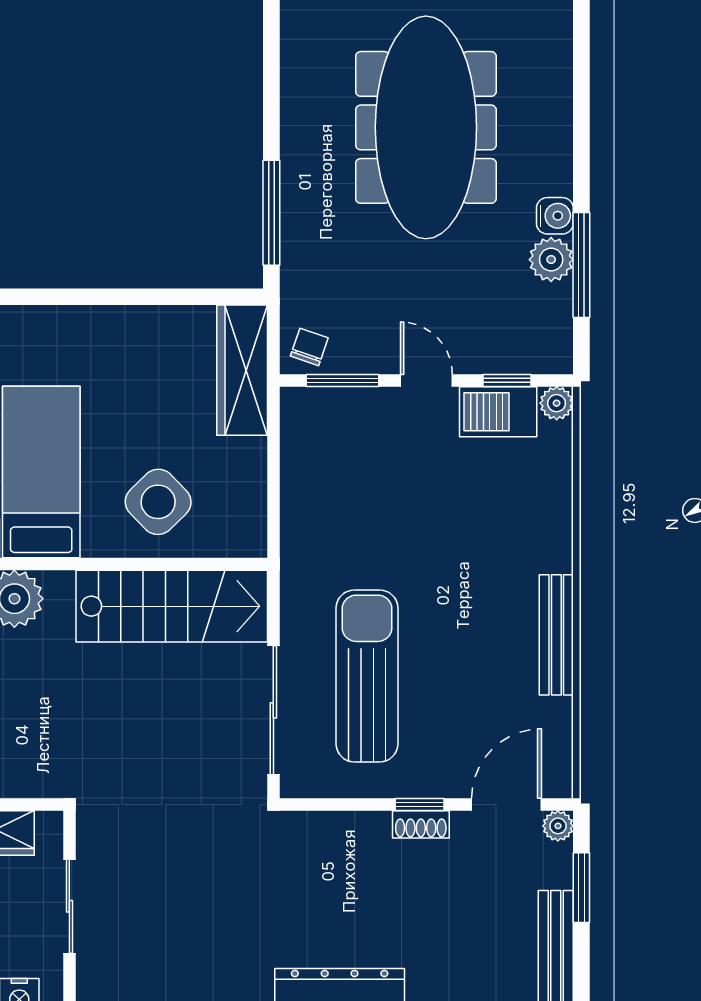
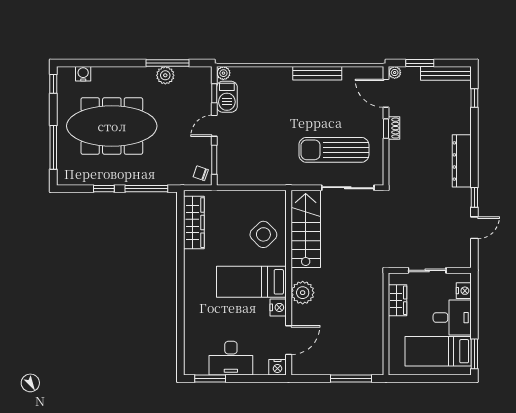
window: (271, 108) -> (104, 189), added
water cooler: (555, 216) -> (83, 74), moved
wardrobe: (242, 370) -> (194, 223), moved, turned -90

